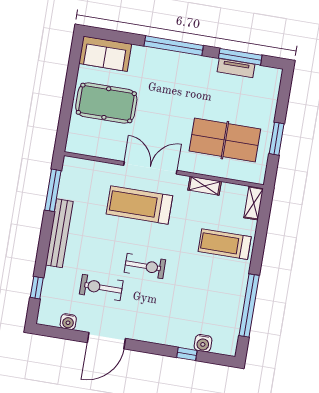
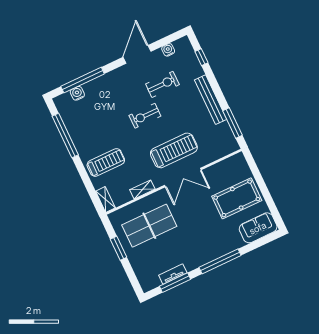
window: (187, 354) -> (83, 80), width x3.17

